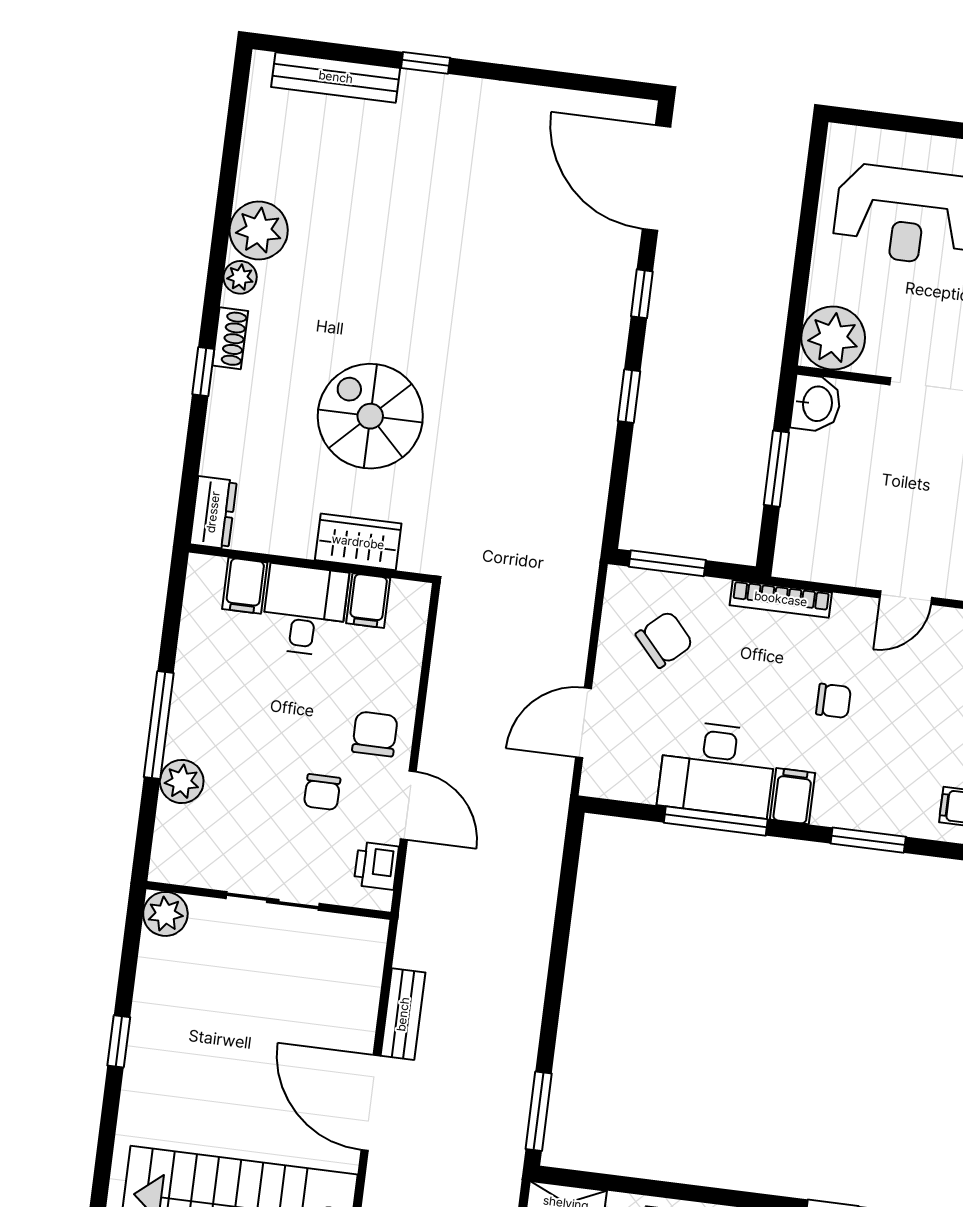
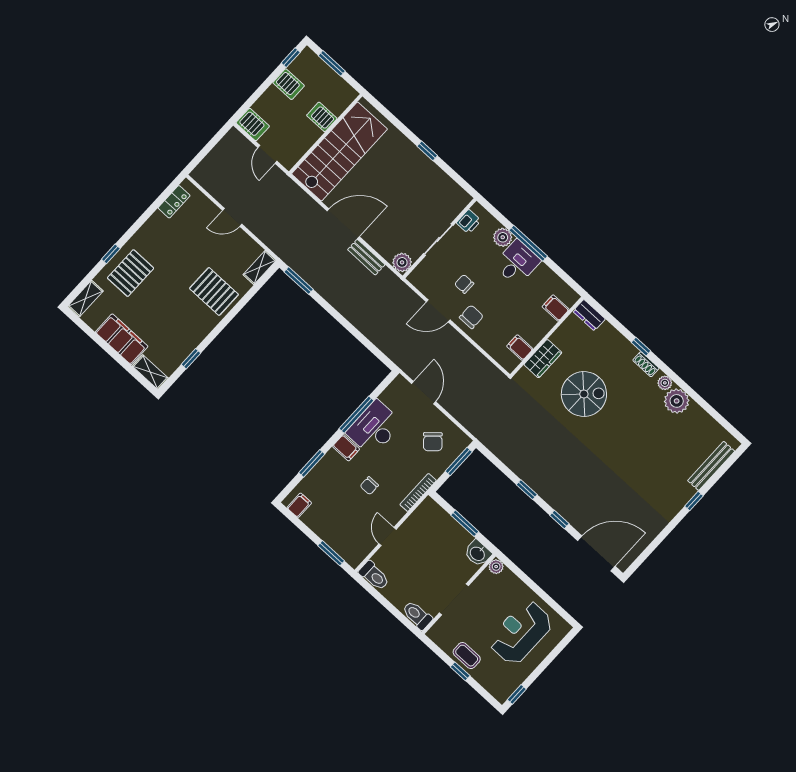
plant: (833, 338) -> (496, 567), width x0.53, depth x0.53
desk: (305, 610) -> (517, 263), moved, turned -90
chair: (375, 734) -> (471, 317), turned -90
printer: (376, 866) -> (469, 222), moved, turned 90
plant: (165, 914) -> (402, 262), moved

